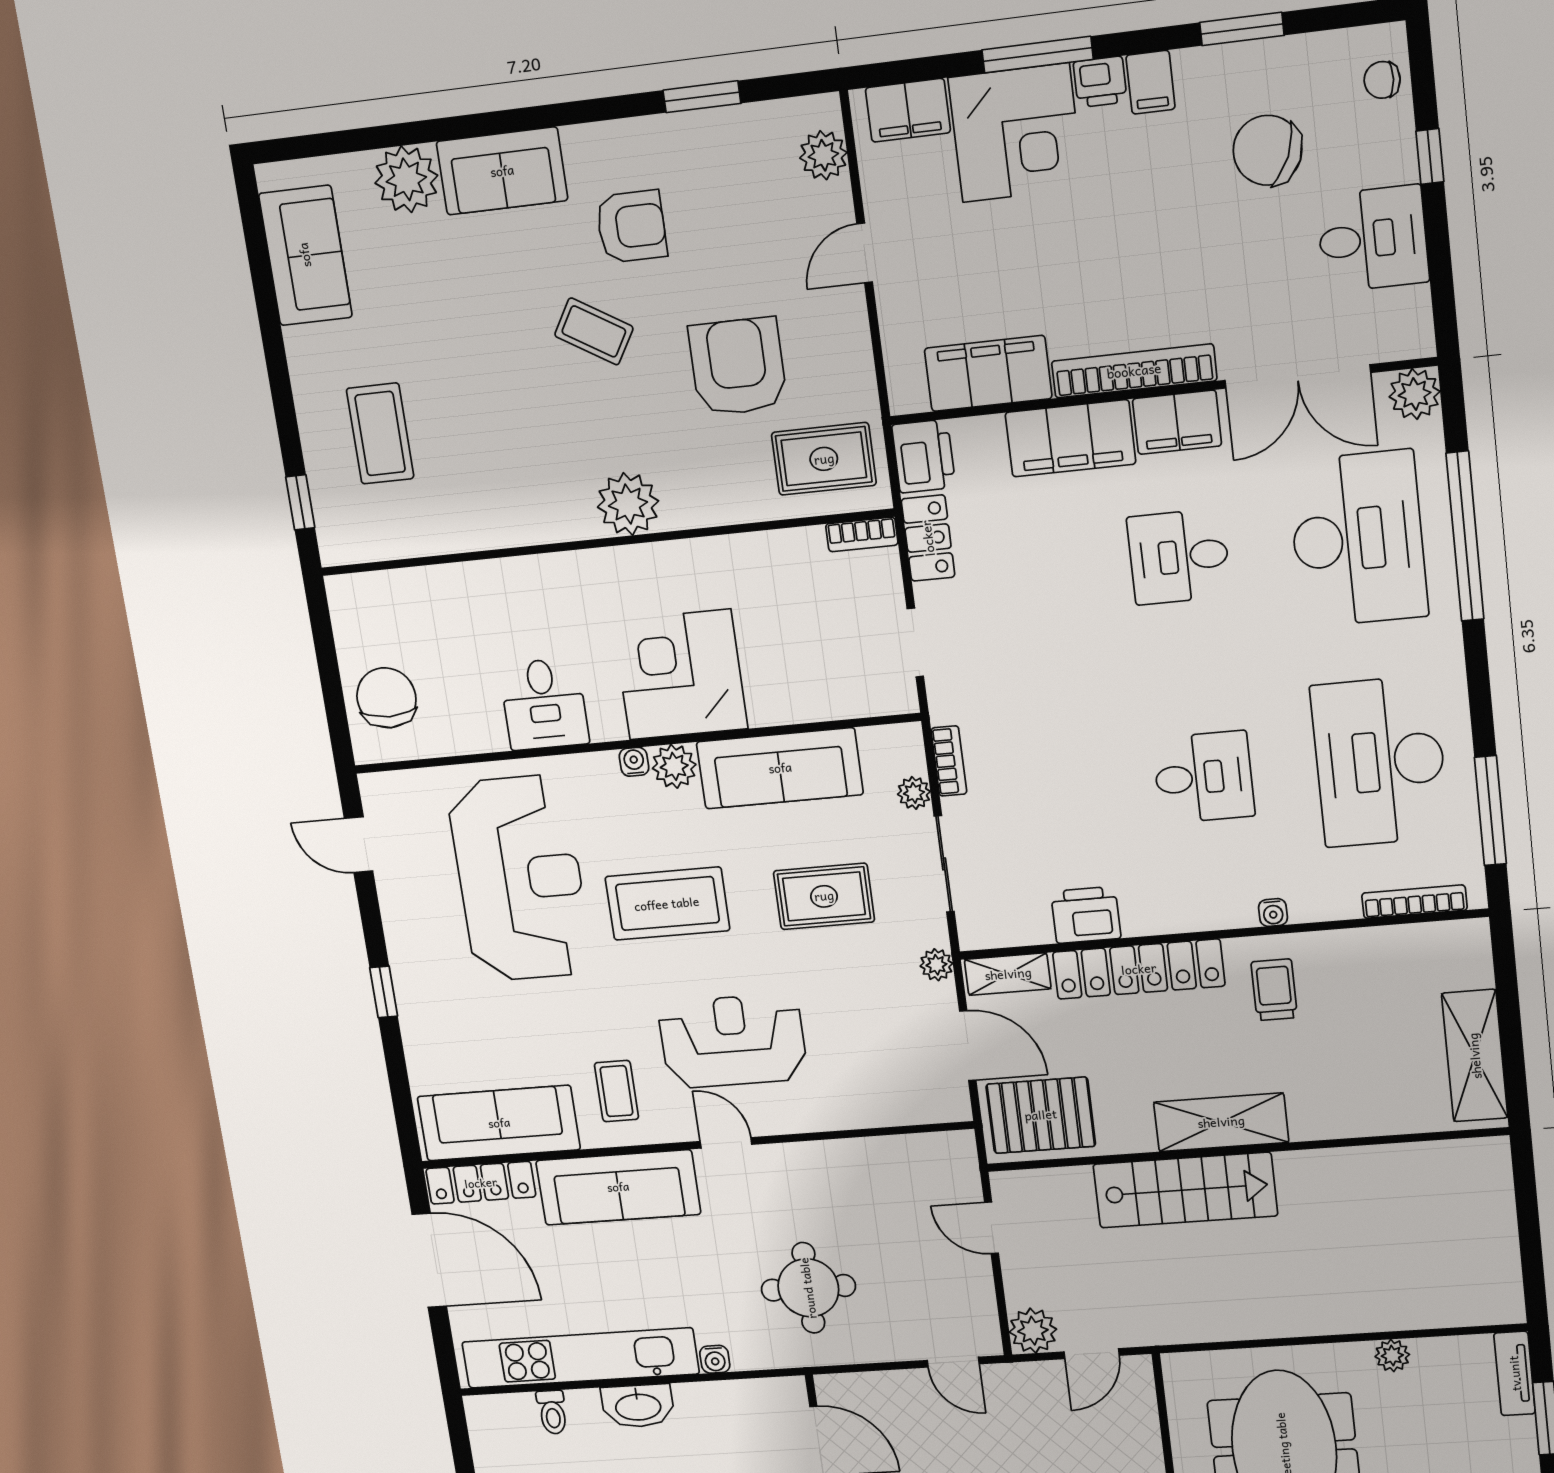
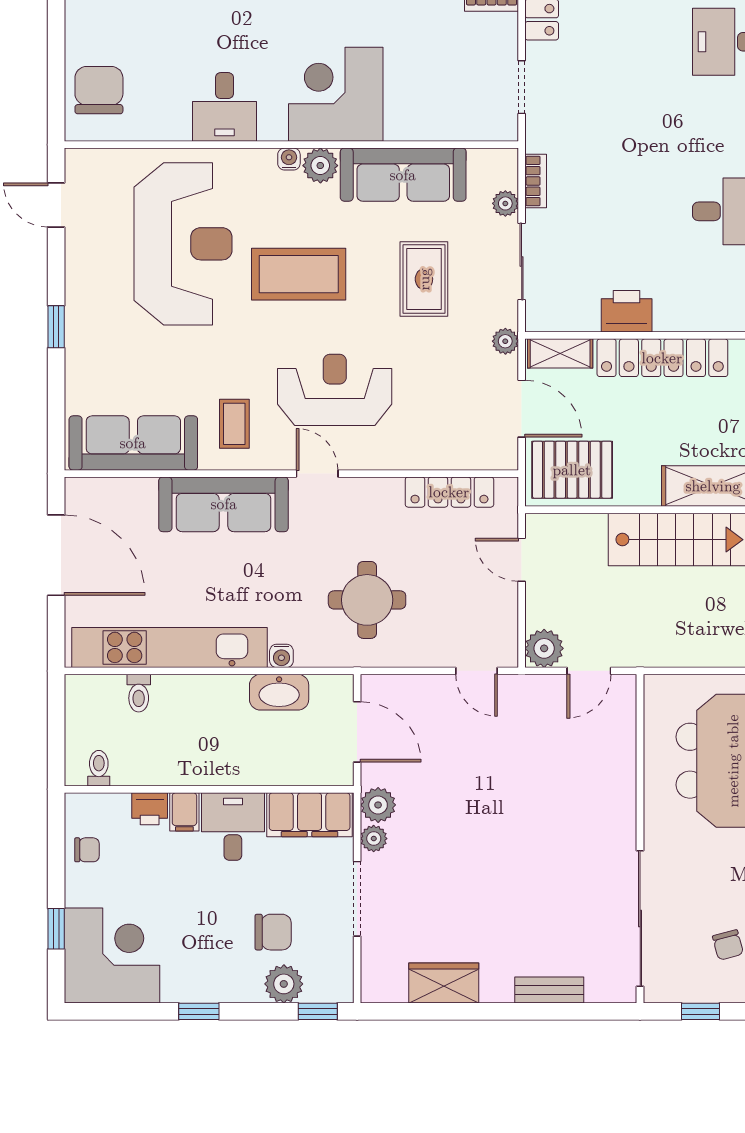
rug: (824, 896) -> (424, 279), turned 90
locker: (481, 1183) -> (449, 492), moved
washbasin: (638, 1406) -> (279, 692), moved

